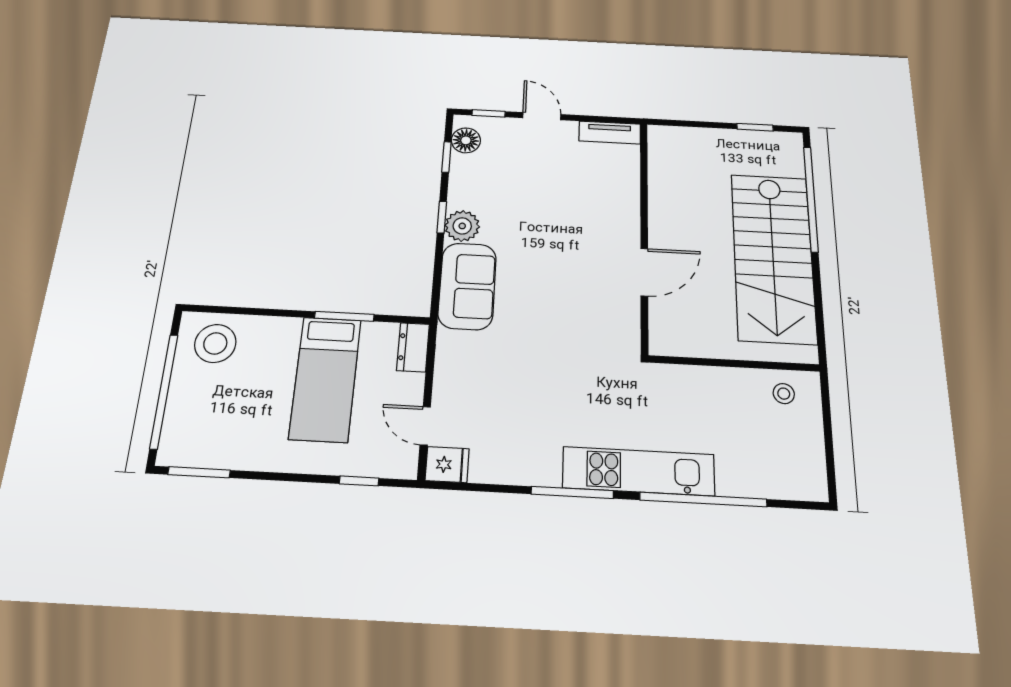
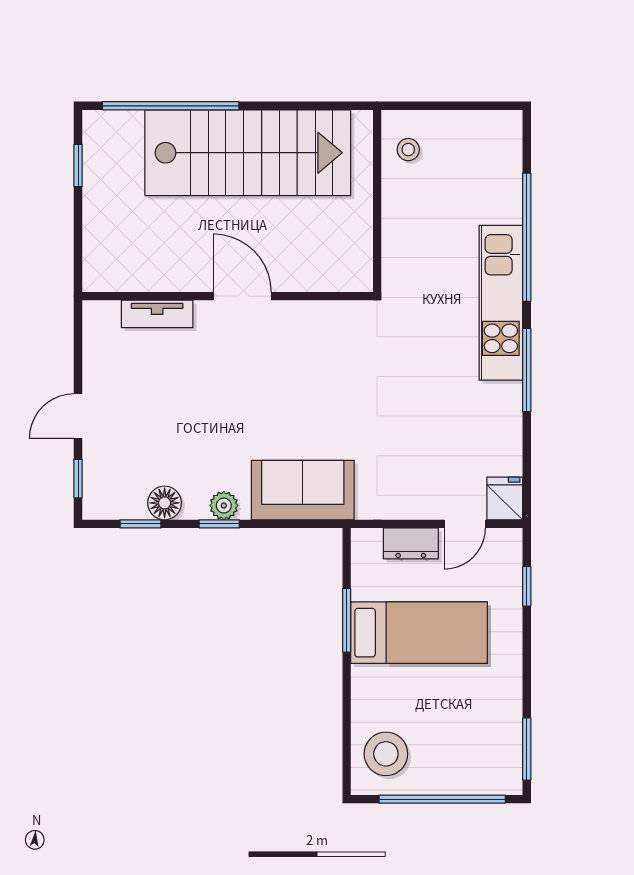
tv unit: (610, 132) -> (157, 314), moved, turned 90
floor lamp: (466, 140) -> (165, 503), moved
plant: (462, 226) -> (224, 506), width x0.73, depth x0.73
door: (644, 272) -> (242, 296), moved
dresser: (413, 347) -> (411, 543), moved

